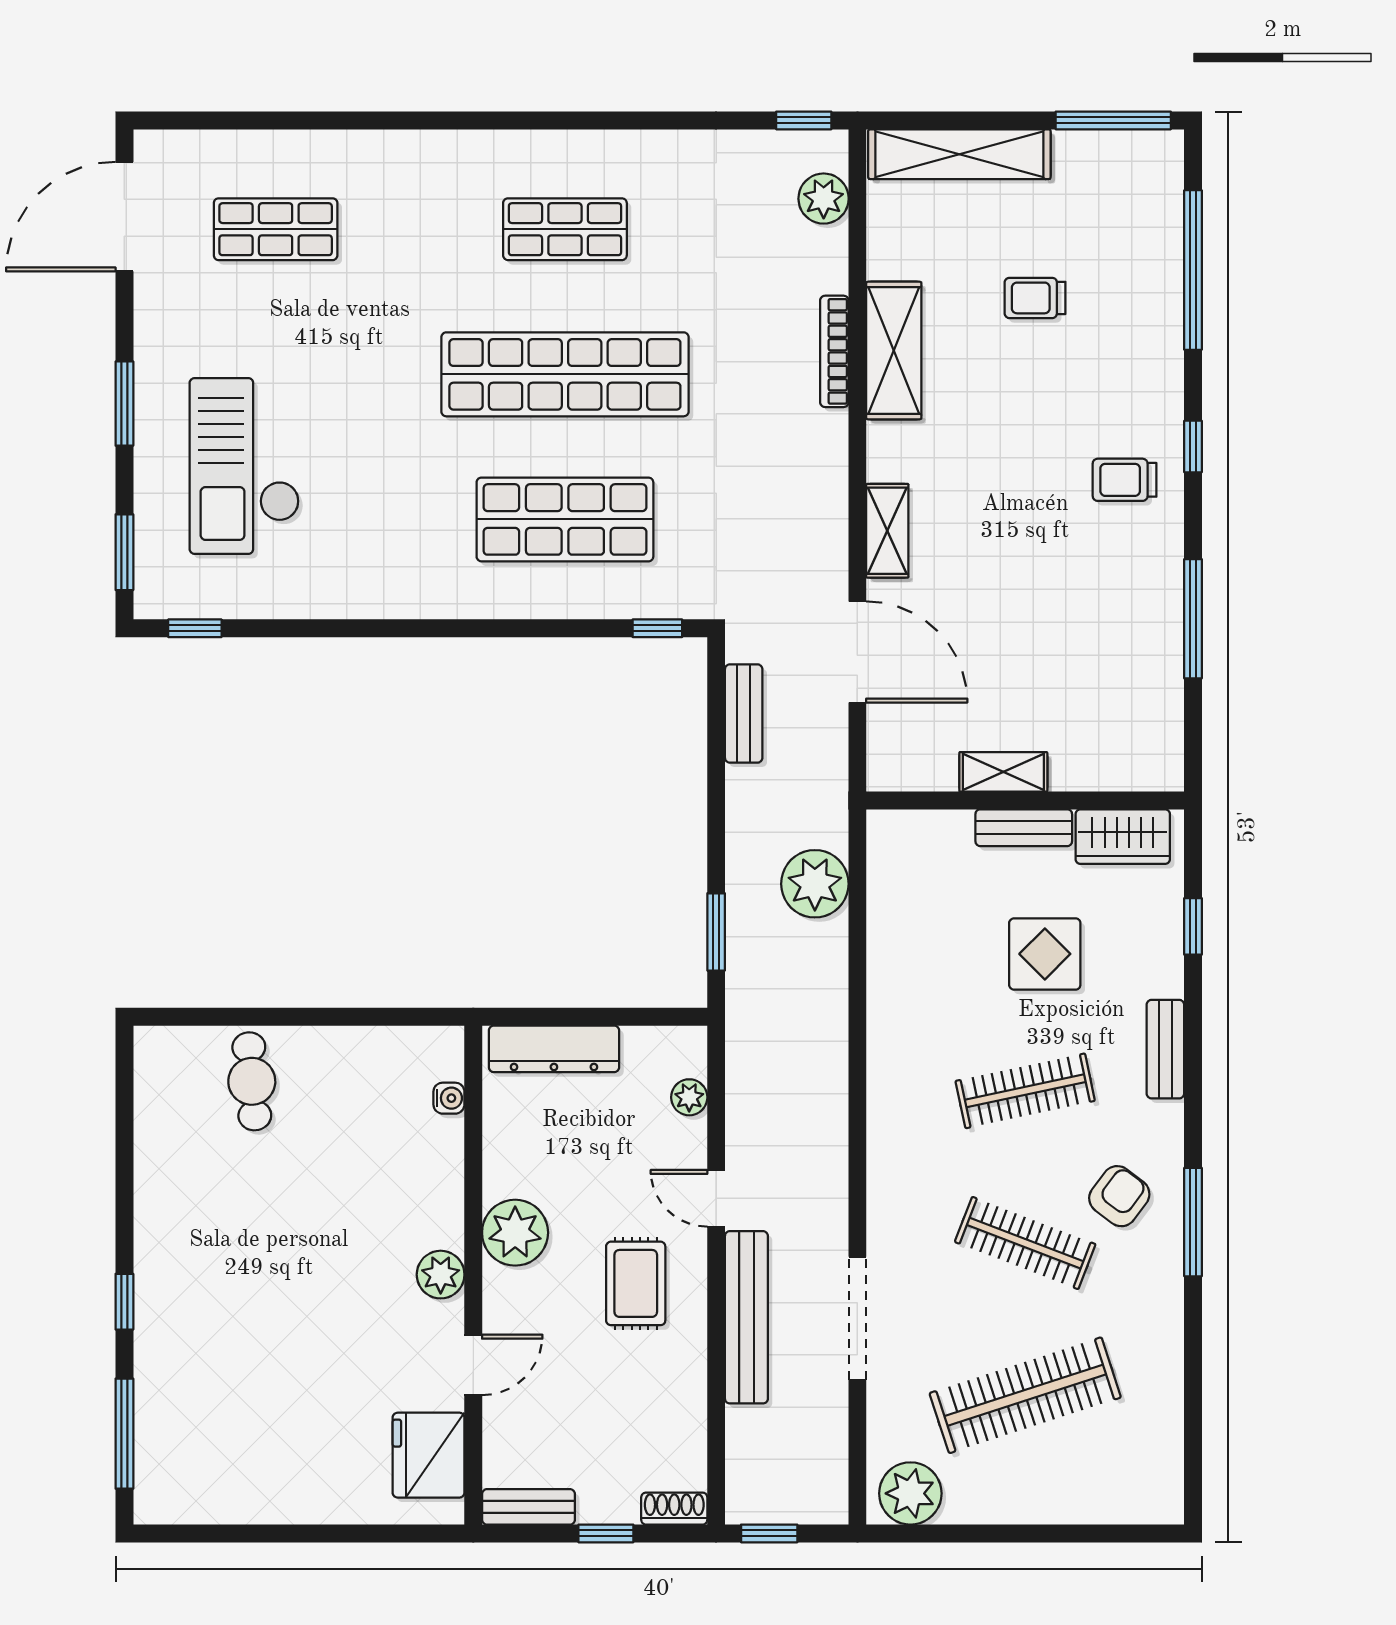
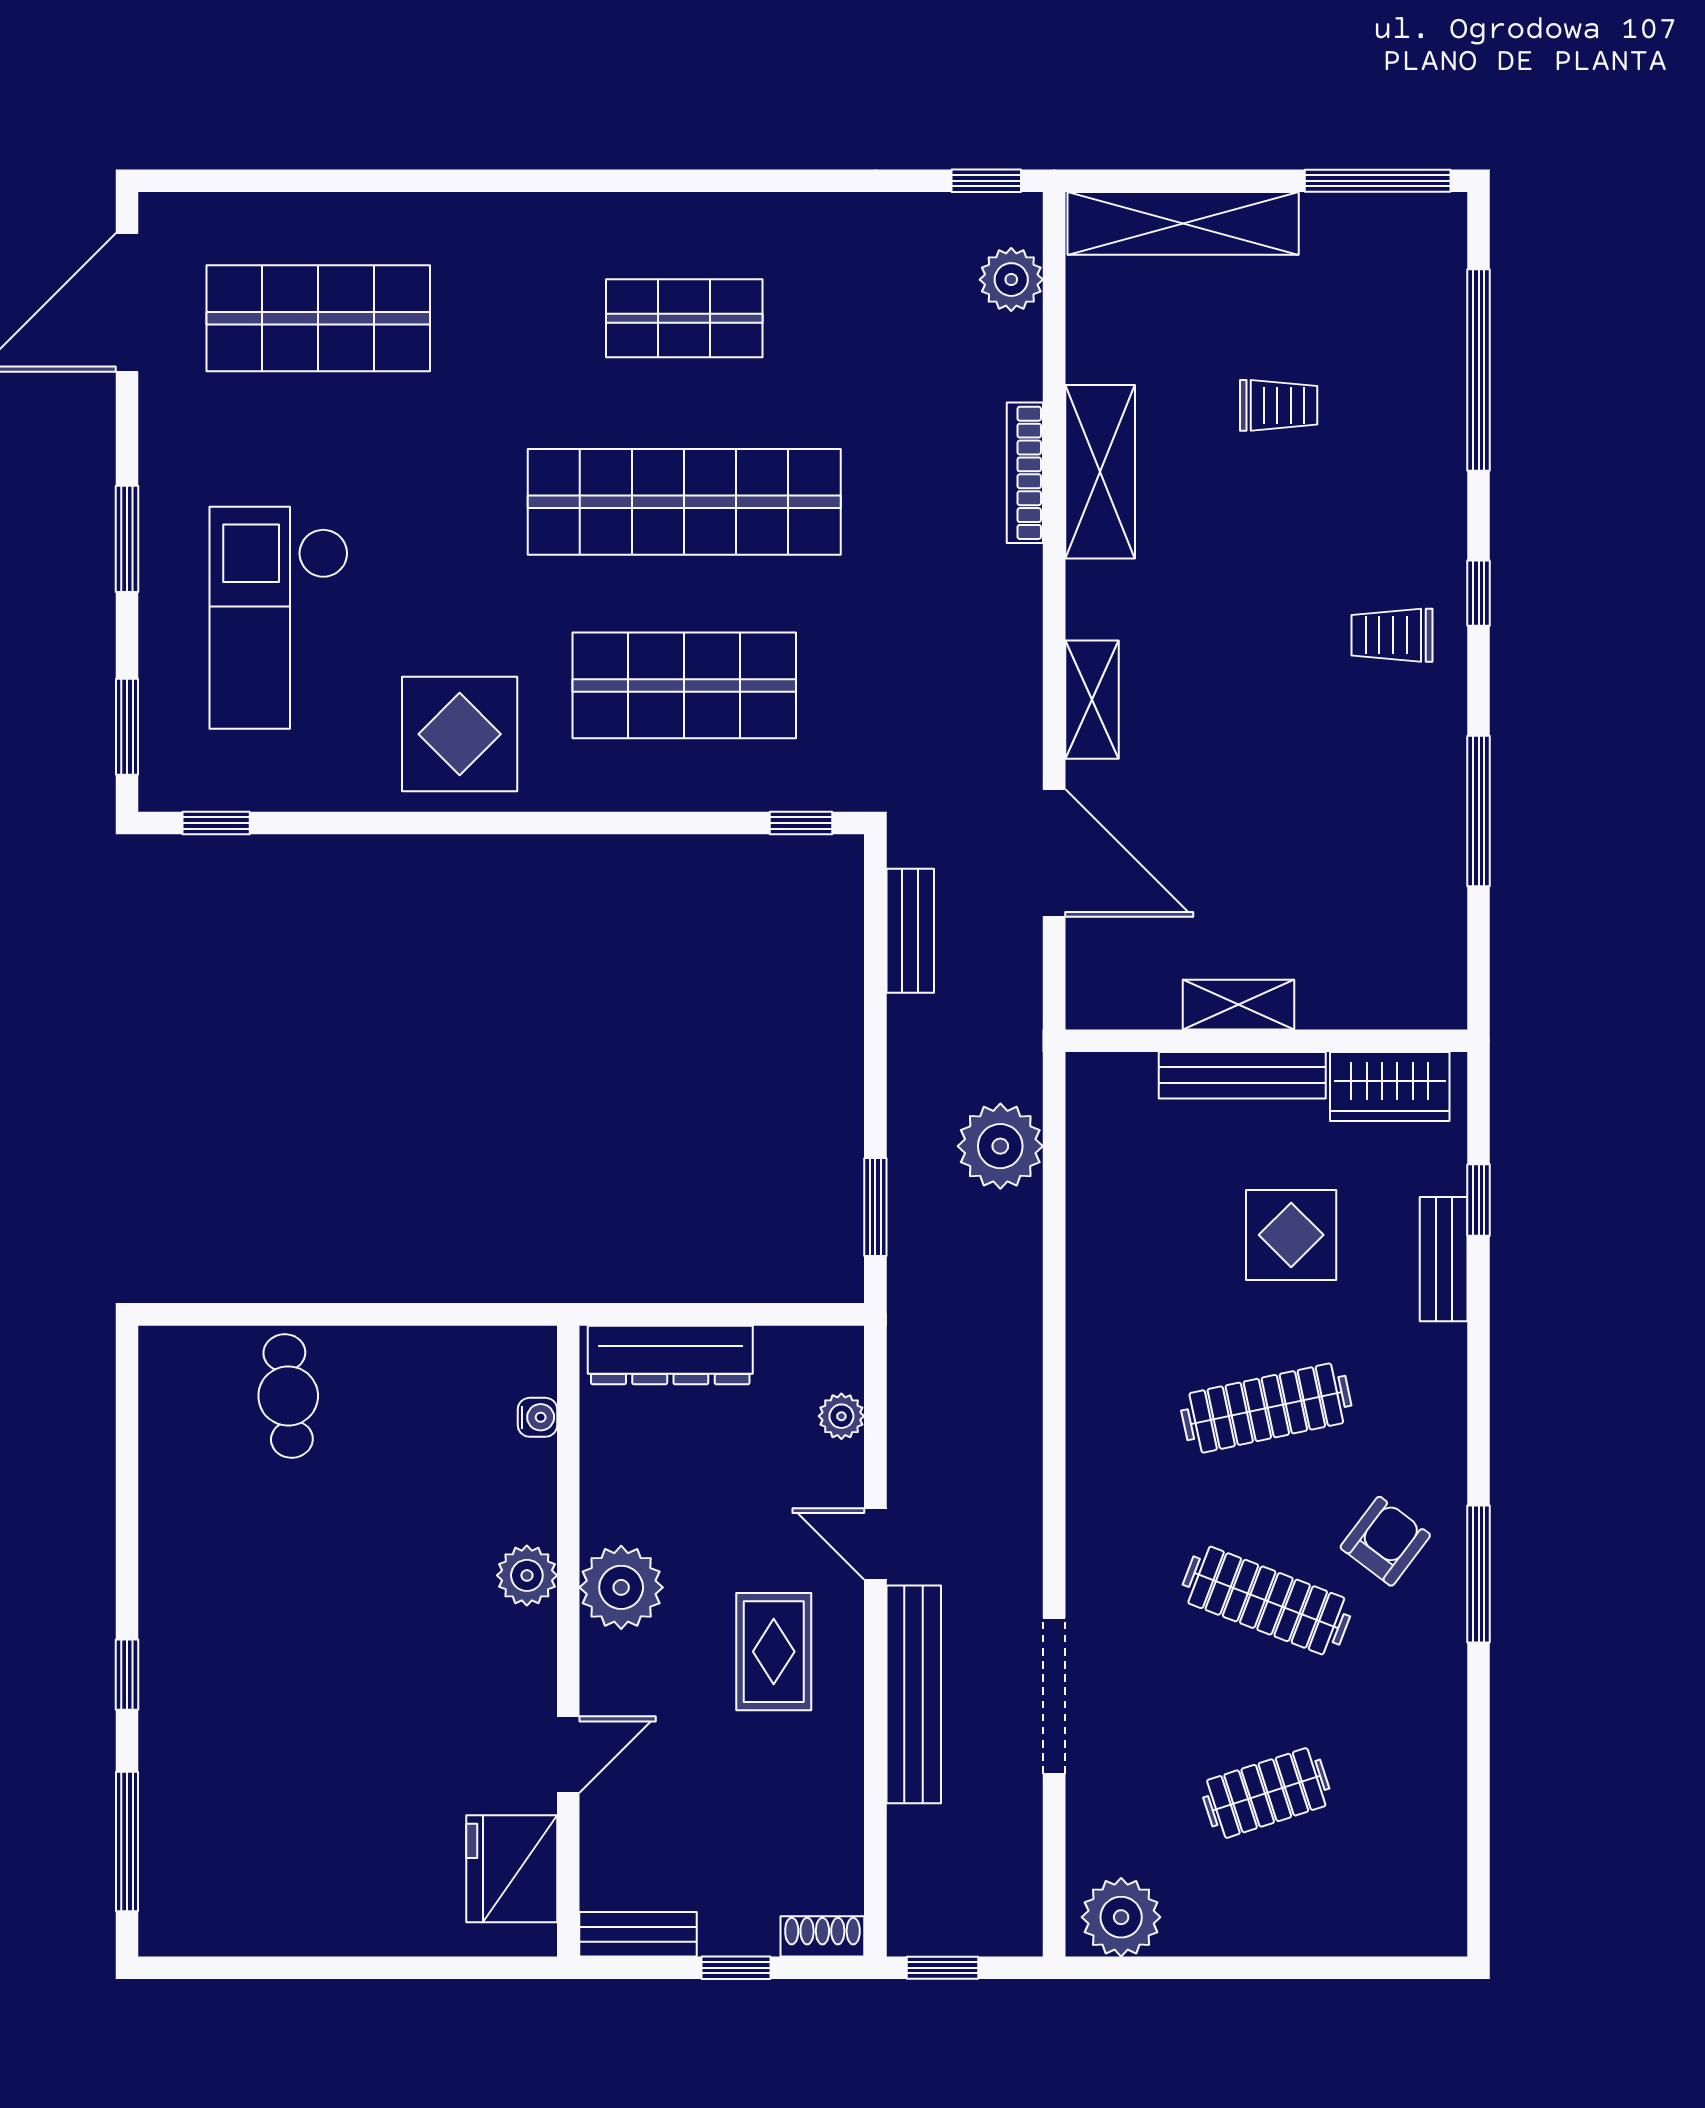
shop shelf: (276, 229) -> (318, 318), width x1.43, depth x1.36
trolley: (1035, 298) -> (1279, 405), turned 180
display table: (387, 558) -> (460, 734), added
bench: (1024, 828) -> (1242, 1075), width x1.36
bench: (1165, 1049) -> (1444, 1259), moved
plant: (441, 1275) -> (527, 1575), moved
clothes rail: (1025, 1395) -> (1266, 1793), width x0.54, depth x0.76

